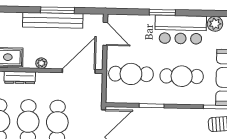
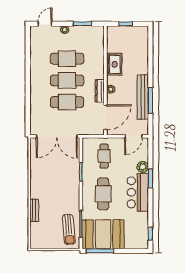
plant: (215, 24) -> (143, 167), moved
door: (79, 71) -> (105, 117), hinge flipped
cafe table: (131, 74) -> (104, 156), width x0.73, depth x0.74
dresser: (20, 78) -> (100, 91), moved

